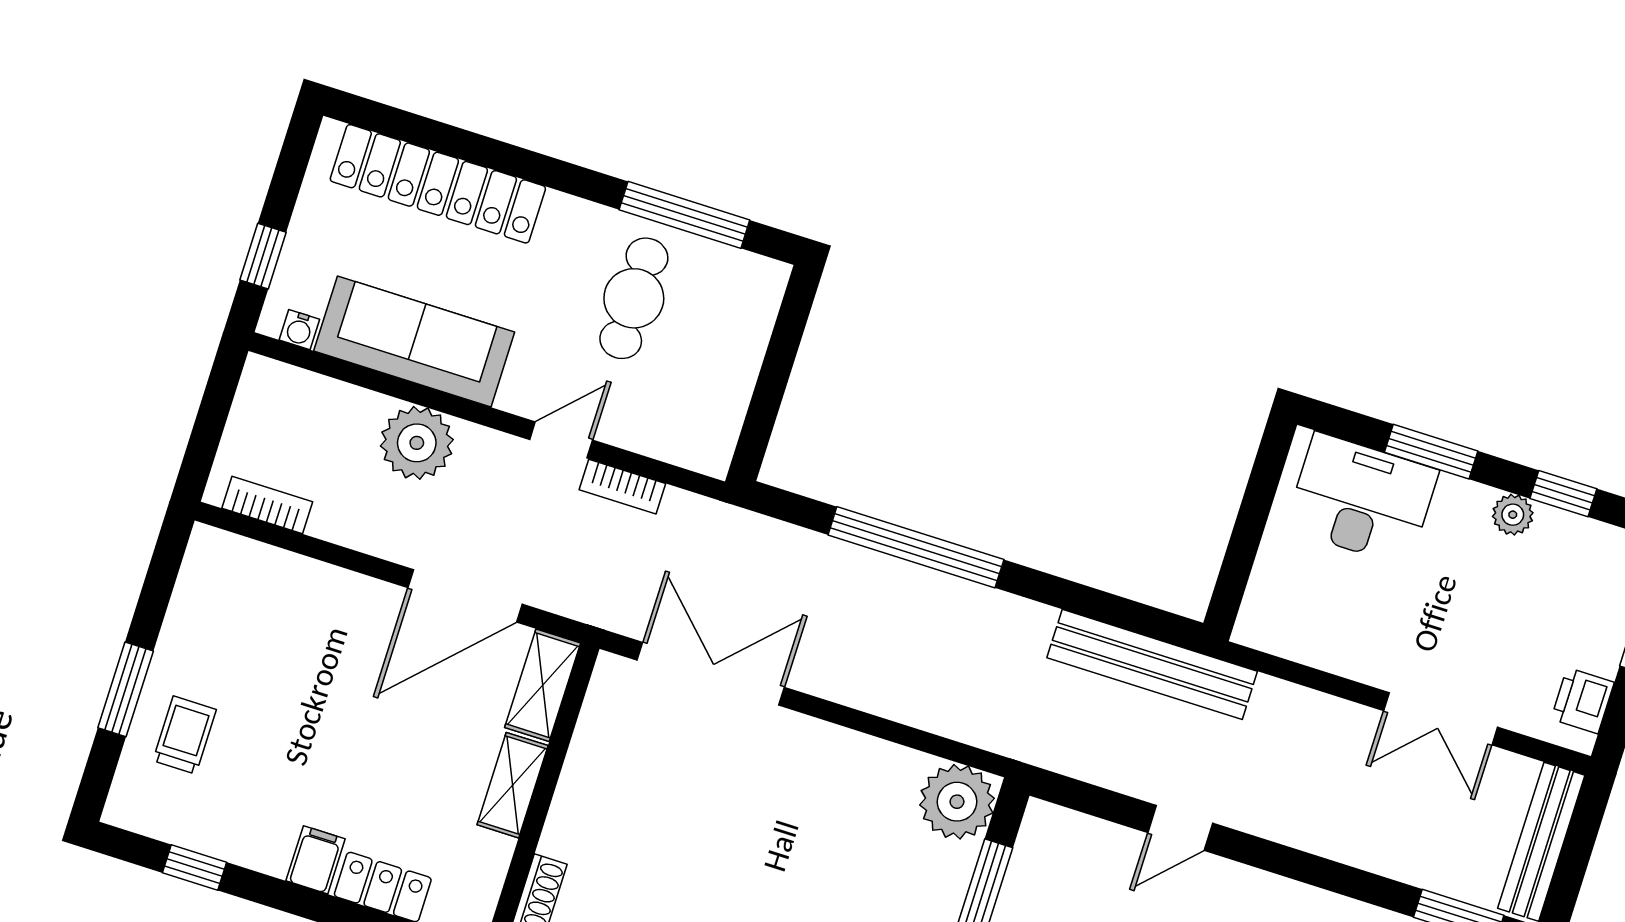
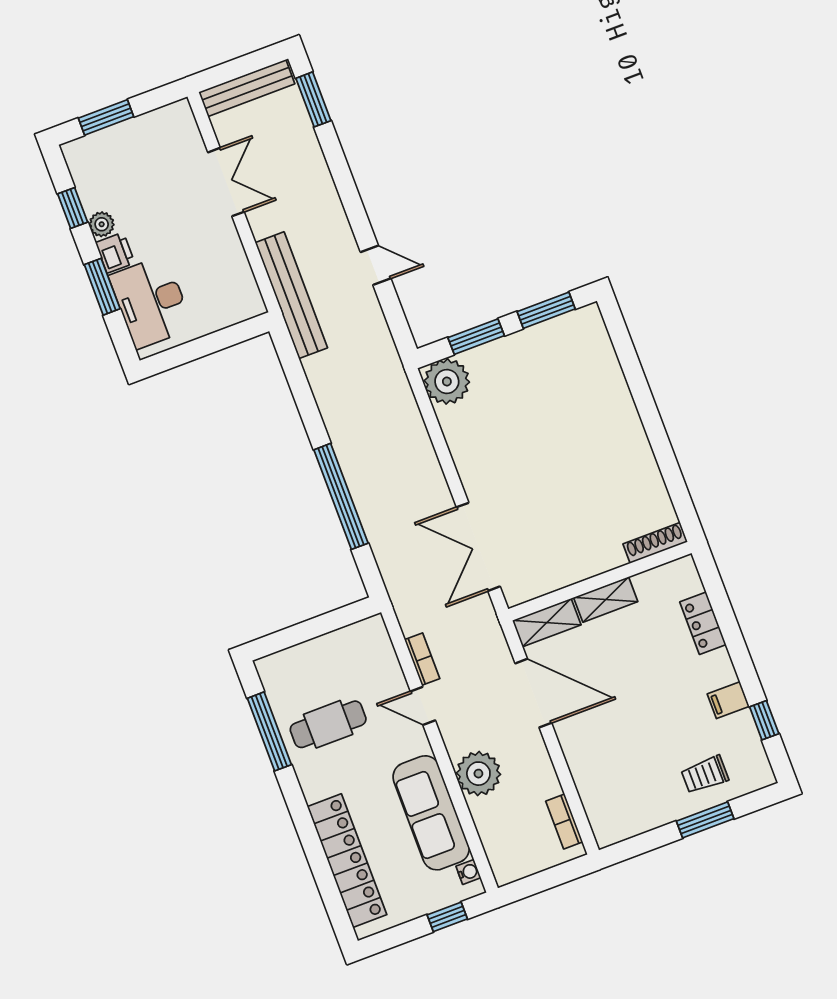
bench: (1152, 664) -> (291, 295), moved
printer: (1583, 701) -> (115, 253), moved, turned -90
filing cabinet: (316, 860) -> (728, 700), moved

